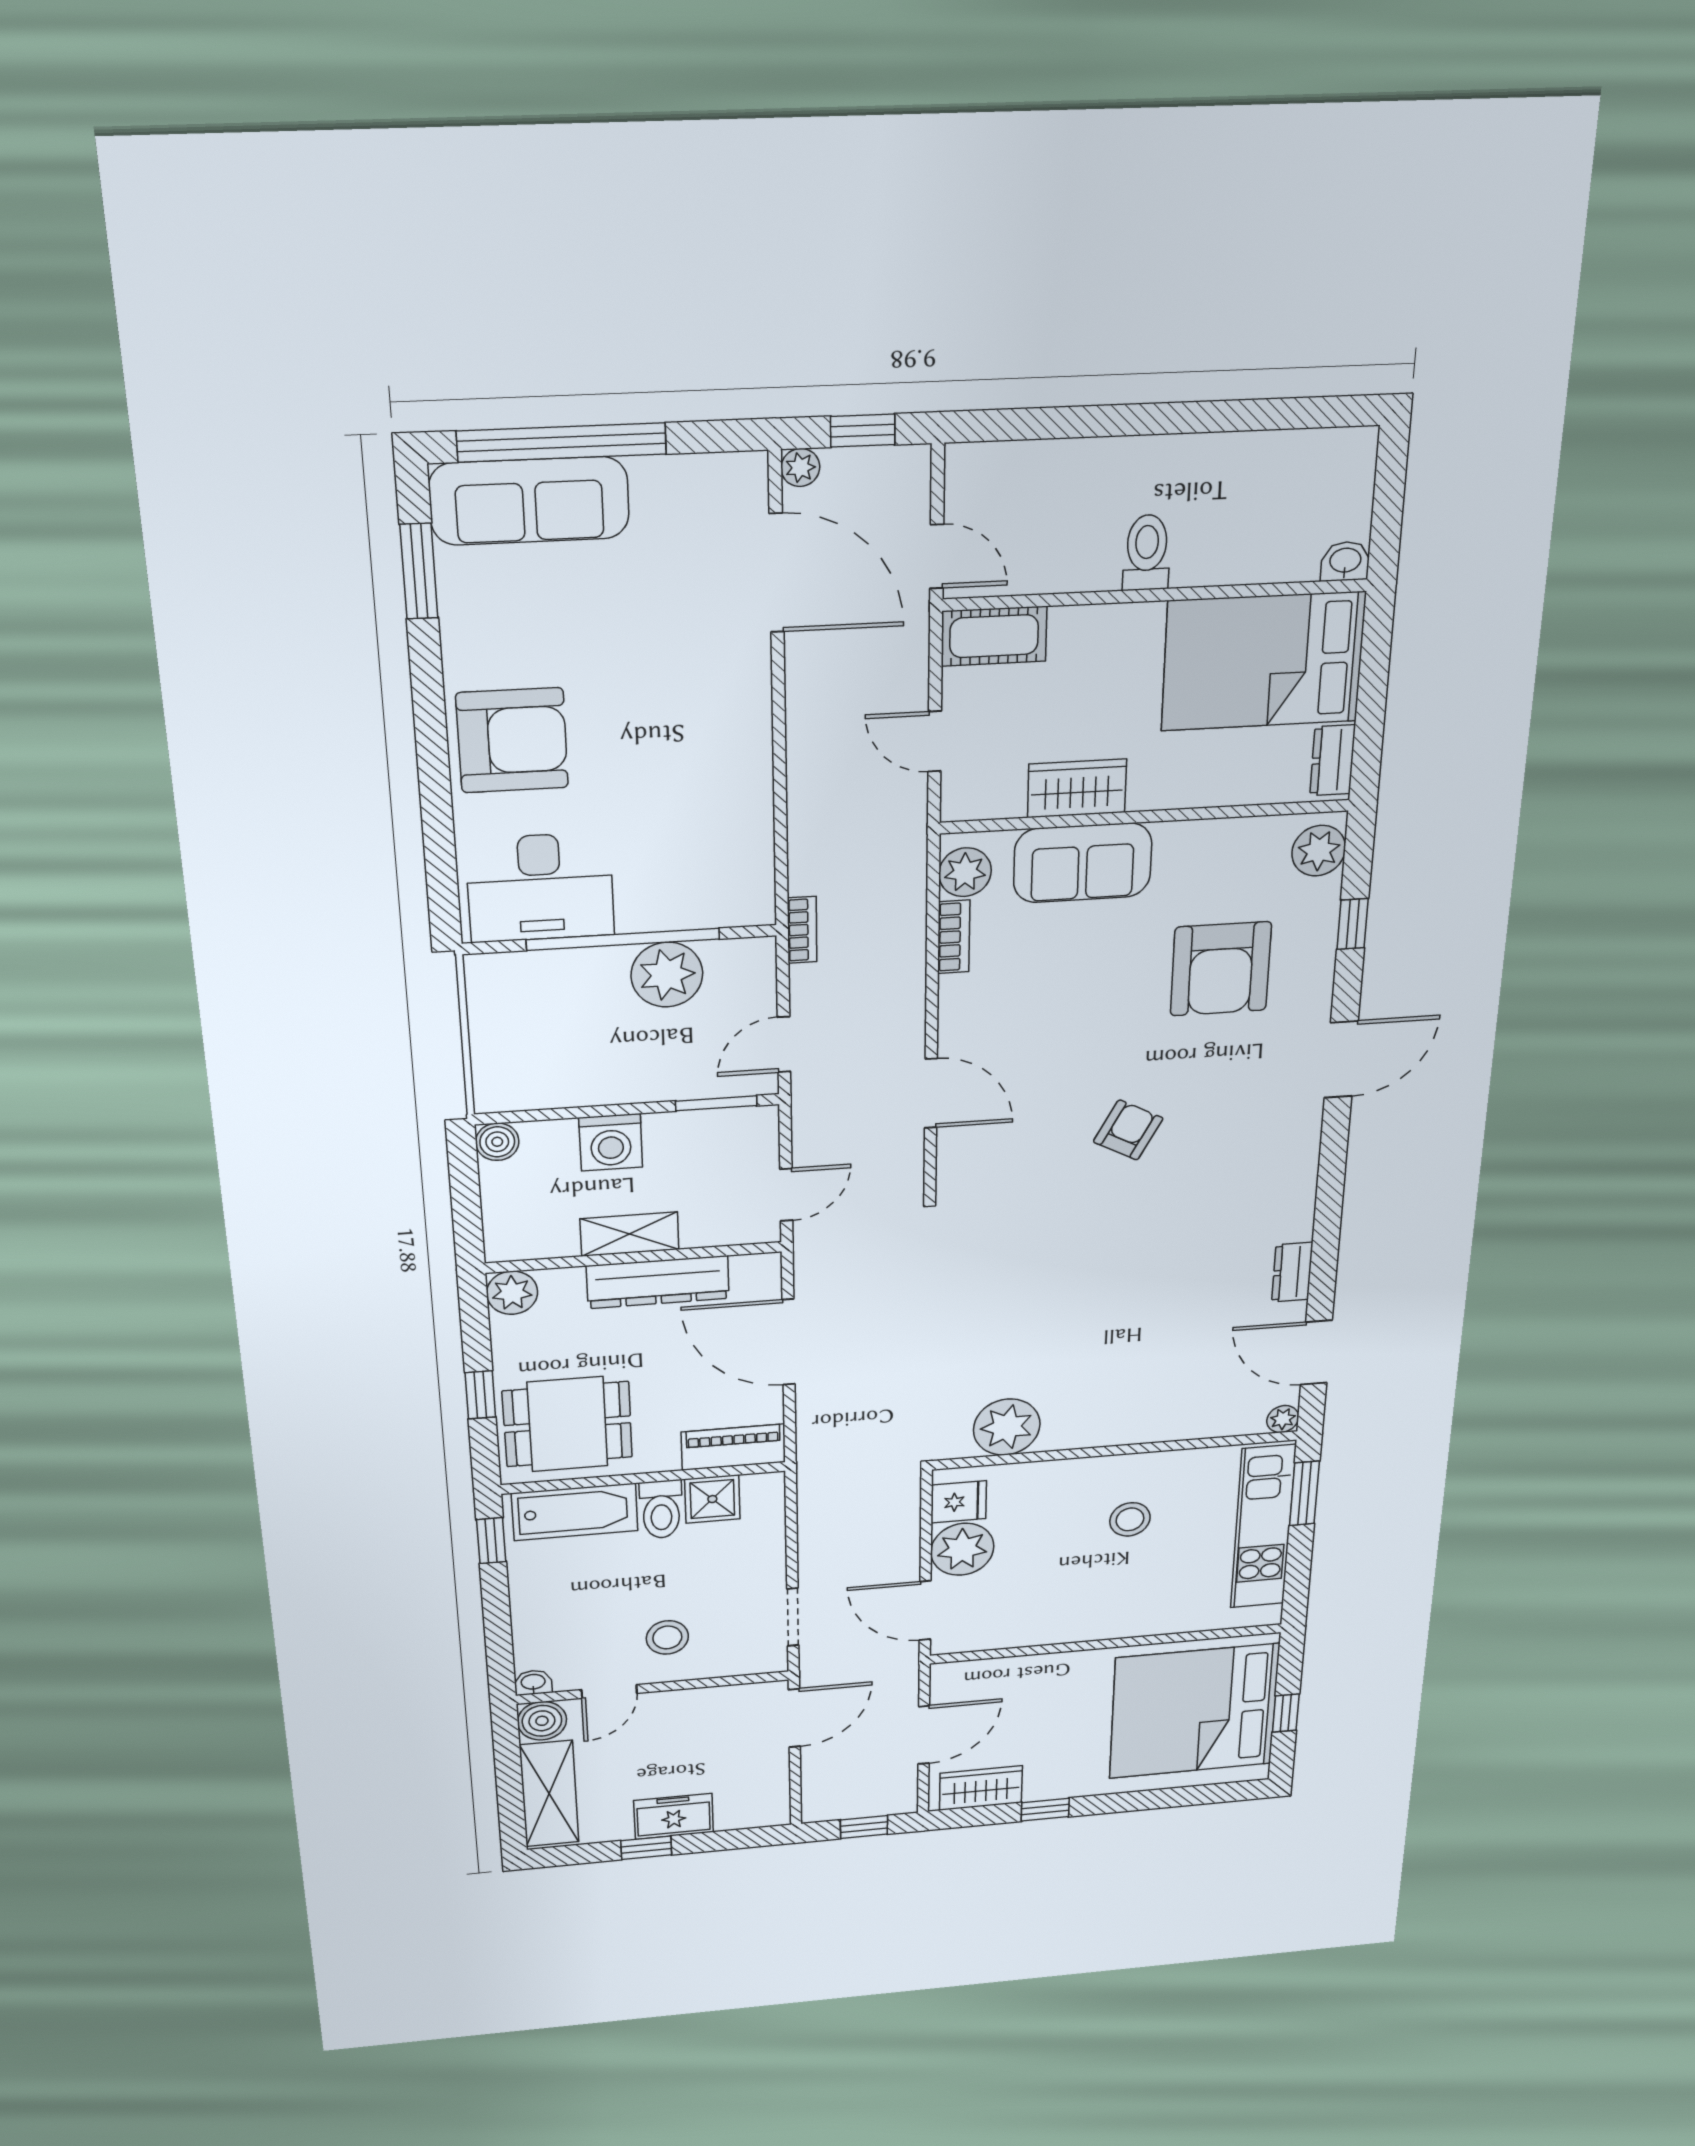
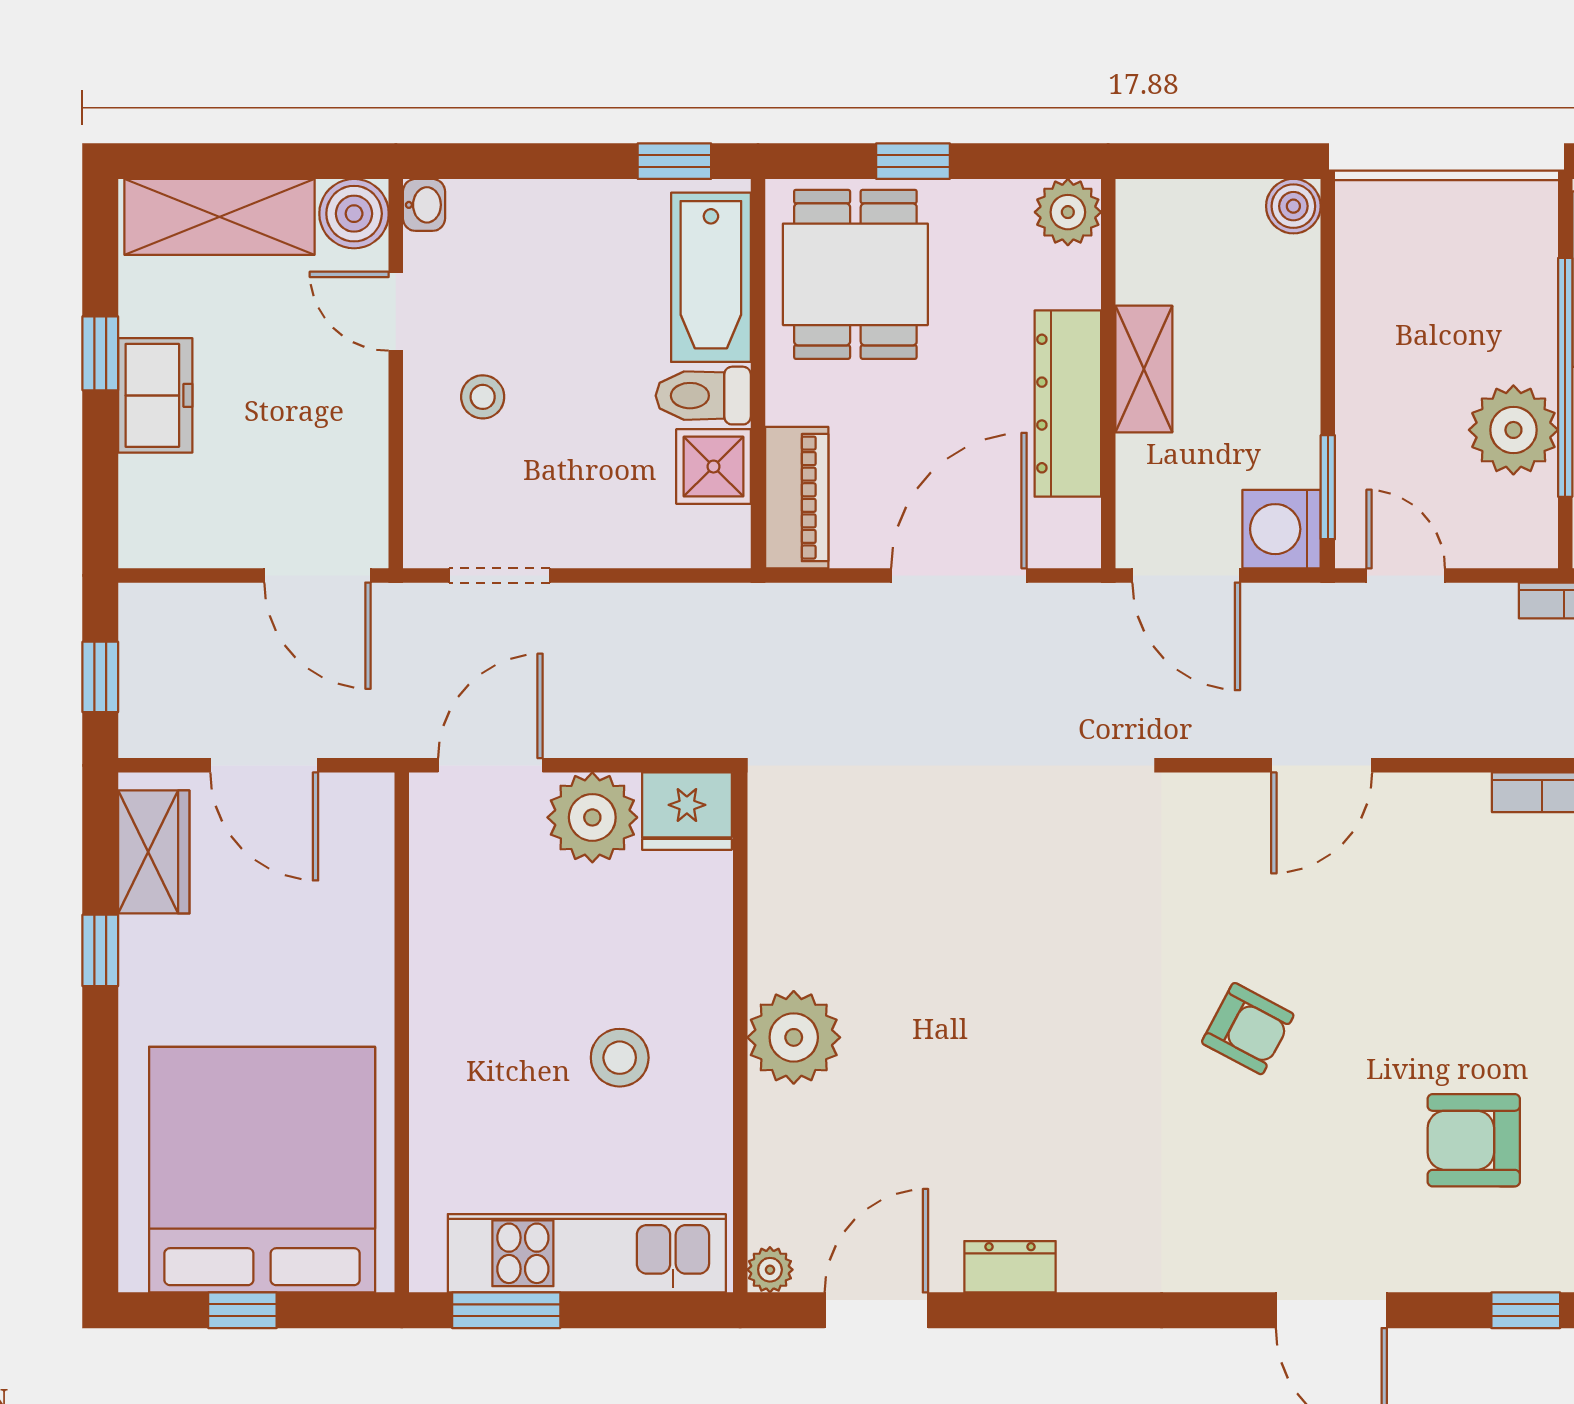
armchair: (1221, 969) -> (1474, 1140), width x0.73, depth x0.73
washing machine: (611, 1142) -> (1281, 529), moved
door: (786, 1195) -> (1186, 575), width x1.38
plant: (1007, 1427) -> (794, 1037), moved
window: (1304, 1493) -> (506, 1310), moved
fridge: (959, 1502) -> (687, 811), width x1.38
stool: (667, 1637) -> (483, 397), width x0.73, depth x0.73

